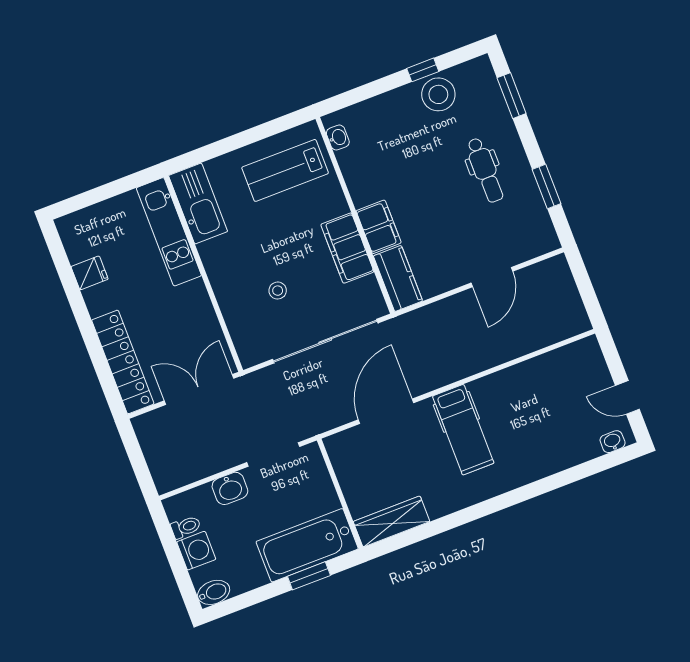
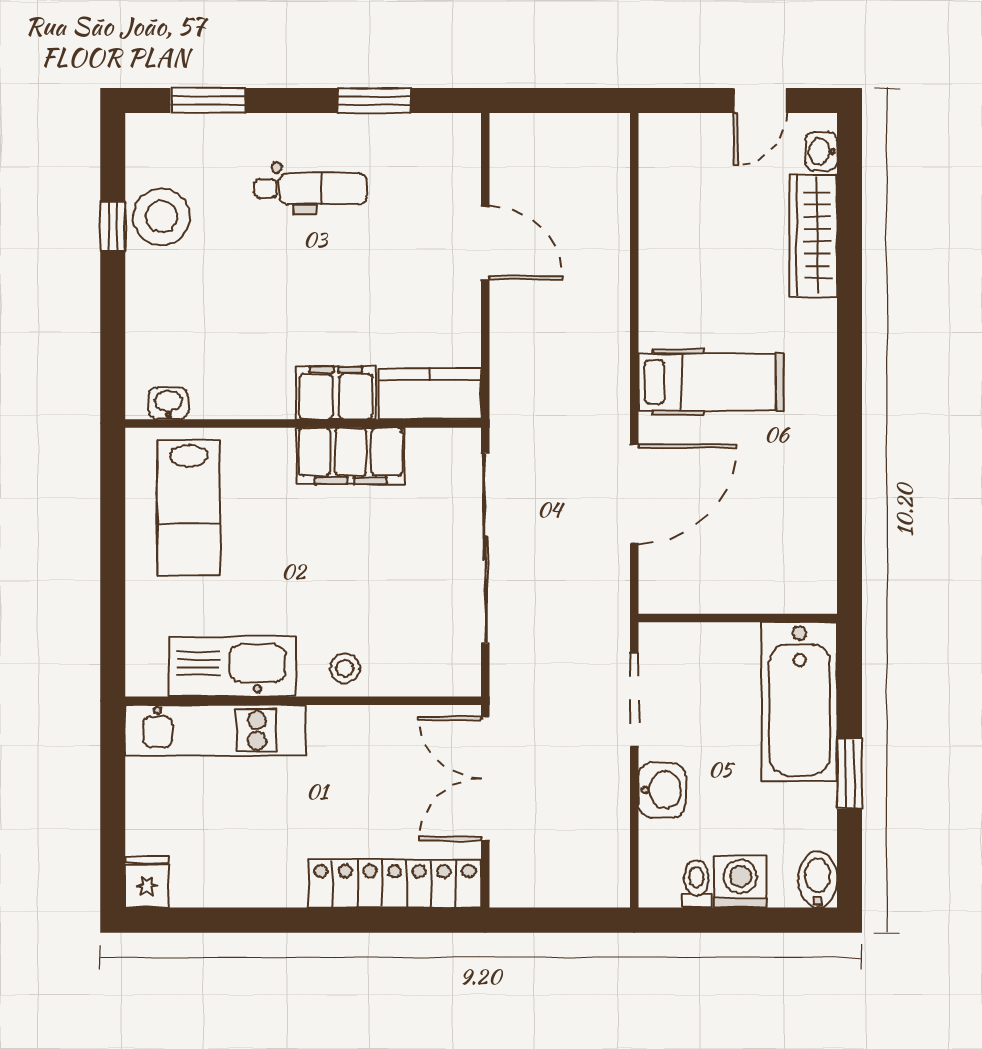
kitchen sink: (198, 204) -> (232, 666), moved
fridge: (90, 273) -> (147, 882), moved
stool: (278, 291) -> (345, 668), moved
door: (386, 411) -> (634, 494), swing flipped
wardrobe: (391, 522) -> (813, 235), moved
window: (309, 576) -> (850, 773), moved

